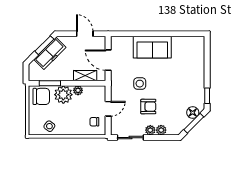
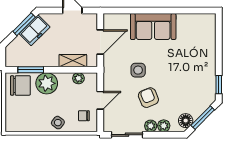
freezer: (50, 53) -> (34, 30), width x0.71
door: (108, 60) -> (100, 42), swing flipped
plant: (78, 90) -> (78, 78), moved
armchair: (148, 107) -> (148, 98), turned -112
floor lamp: (193, 113) -> (186, 121), moved
side table: (49, 126) -> (58, 123), moved

